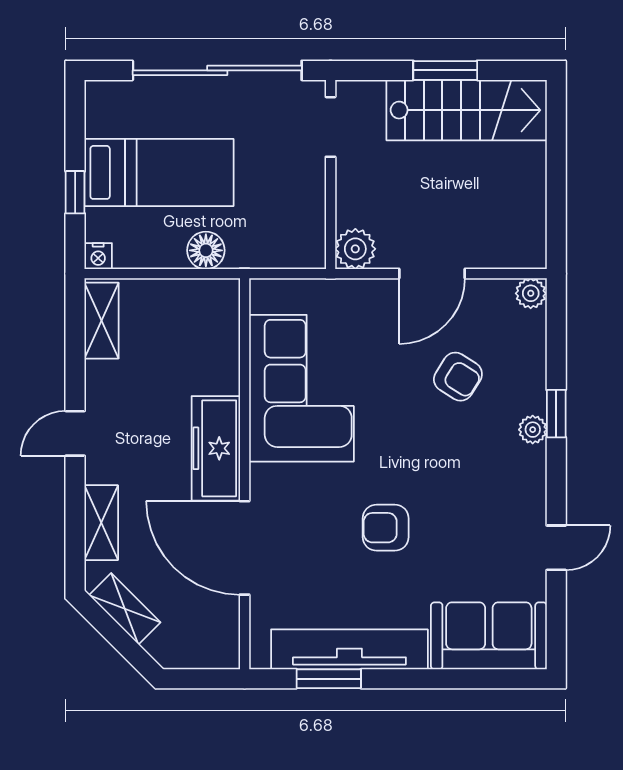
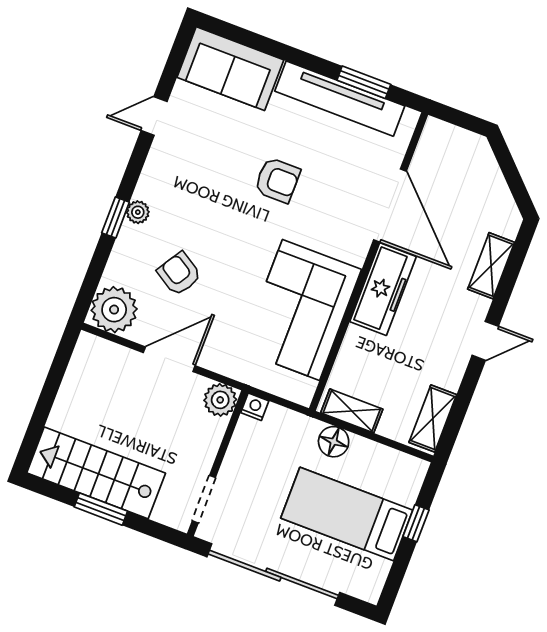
nightstand: (98, 256) -> (255, 407), moved
plant: (531, 293) -> (114, 310), width x1.88, depth x1.88
shelving: (125, 609) -> (352, 411), moved, turned -45

